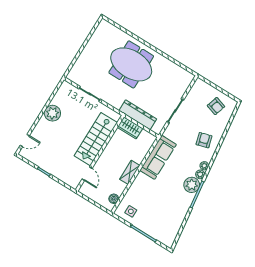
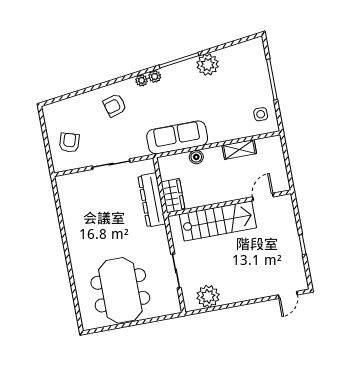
meeting table: (131, 64) -> (120, 290), moved
armchair: (216, 106) -> (69, 143), moved
plant: (52, 113) -> (208, 296), moved
door: (25, 141) -> (288, 295), swing flipped
shelving: (130, 172) -> (239, 149), moved
plant: (192, 185) -> (208, 65), moved
boiler: (114, 199) -> (196, 157), moved

